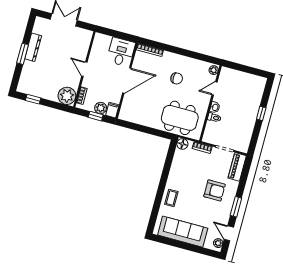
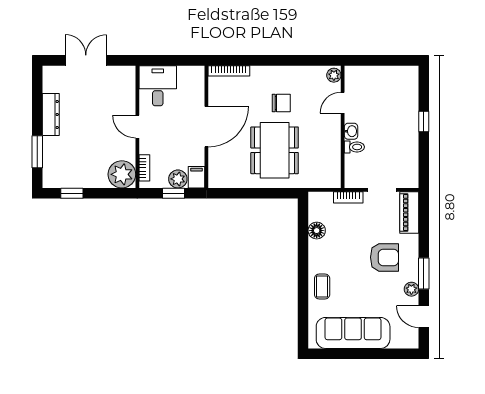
desk: (121, 52) -> (158, 86), moved
window: (23, 54) -> (37, 152), moved
dining table: (180, 118) -> (275, 150), moved, turned 90
floor lamp: (182, 144) -> (317, 231), moved
plant: (218, 243) -> (411, 289), moved

